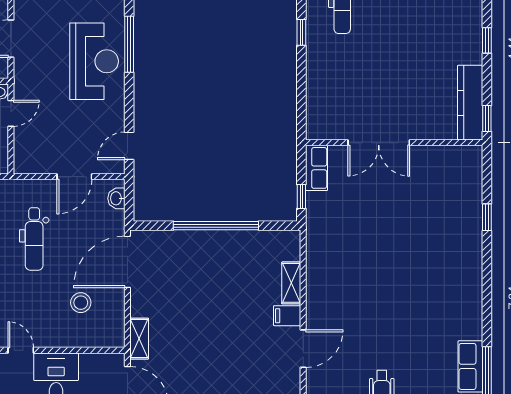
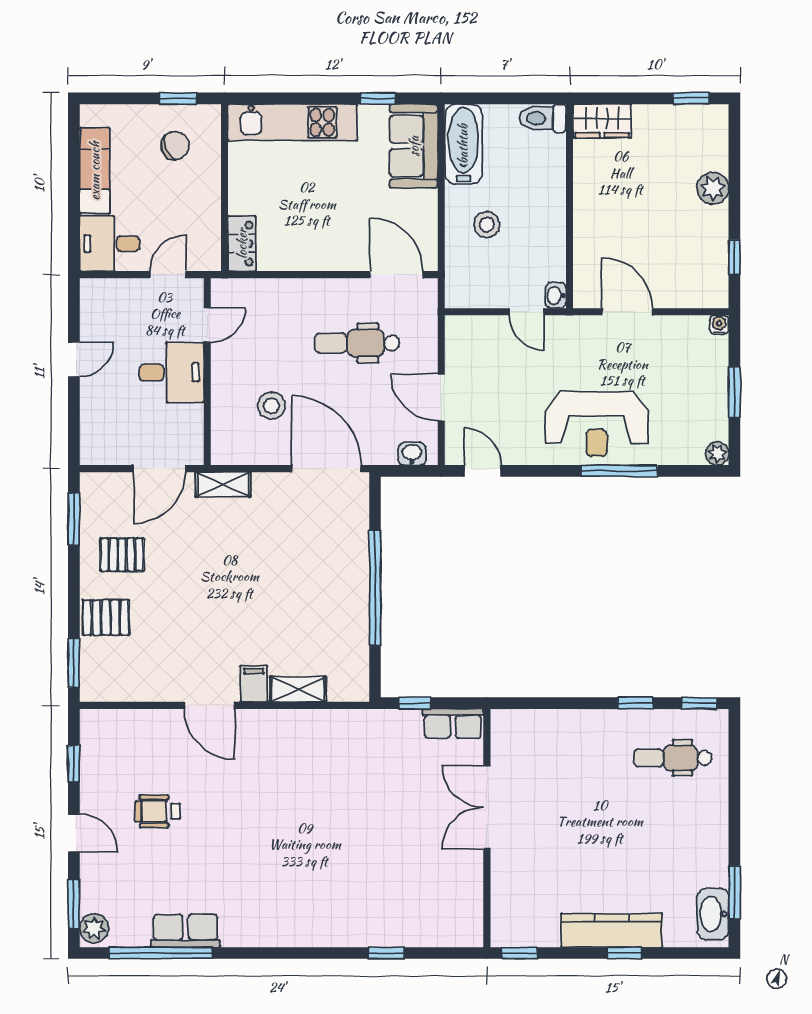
kitchen counter: (470, 103) -> (612, 930), moved

